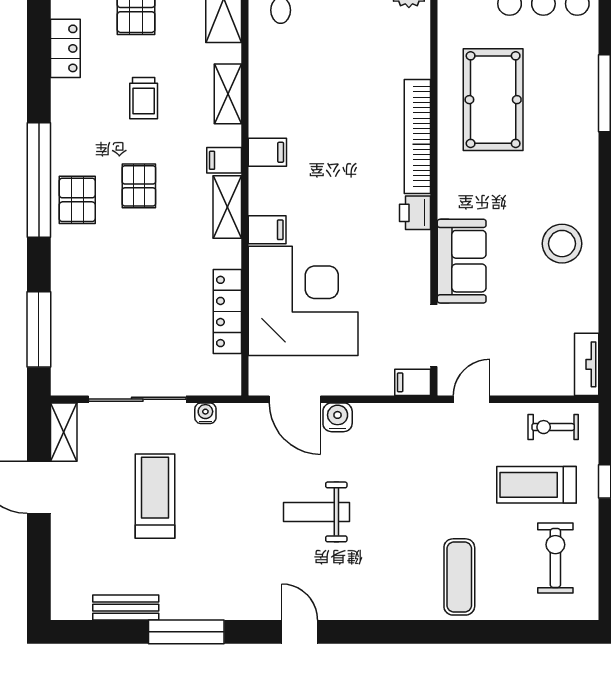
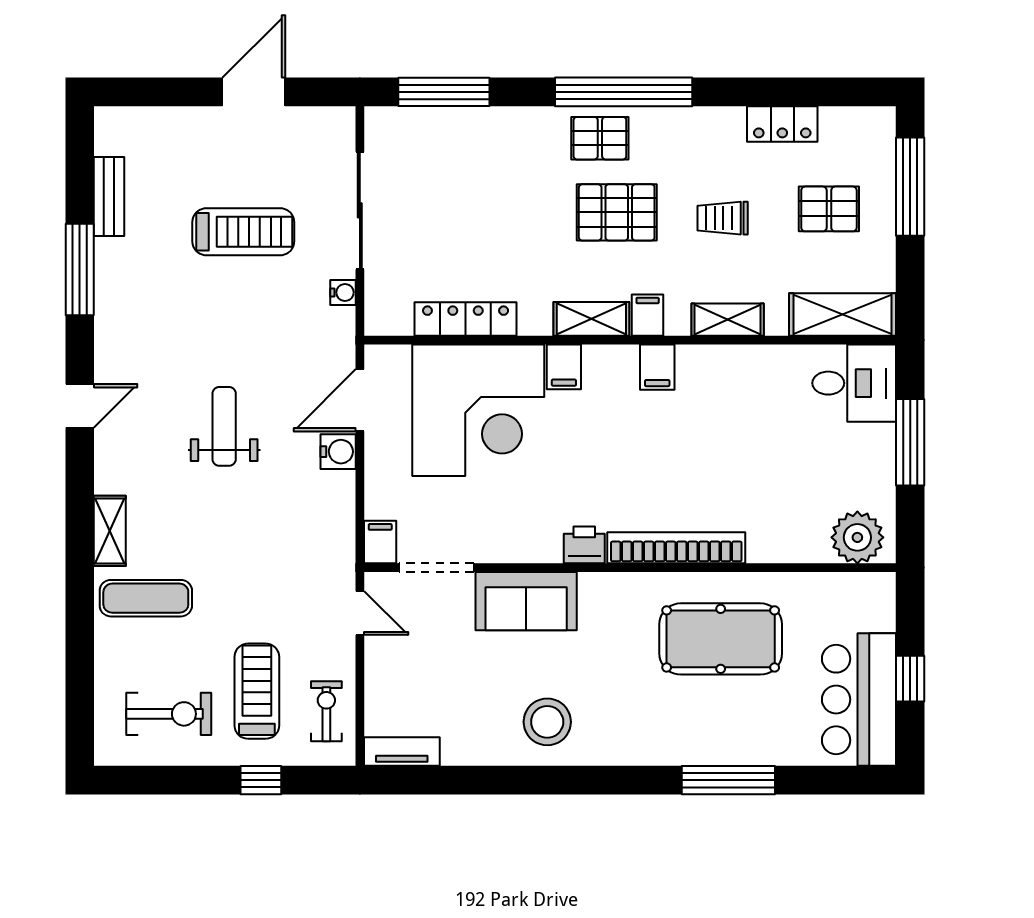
pallet: (139, 186) -> (617, 212), width x1.50, depth x1.42
shelving: (64, 432) -> (110, 531), moved, turned 90

